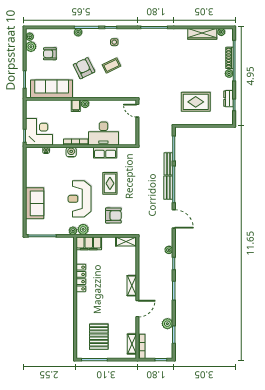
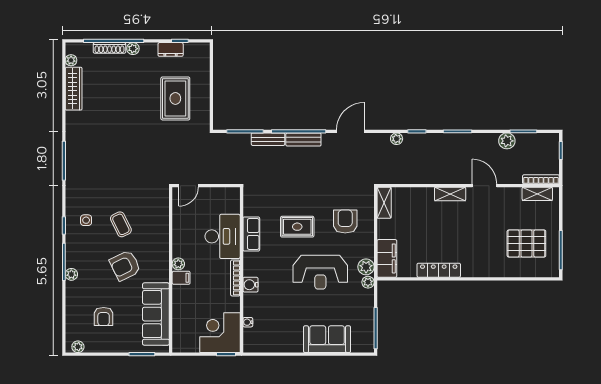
plant: (31, 47) -> (93, 345), removed

